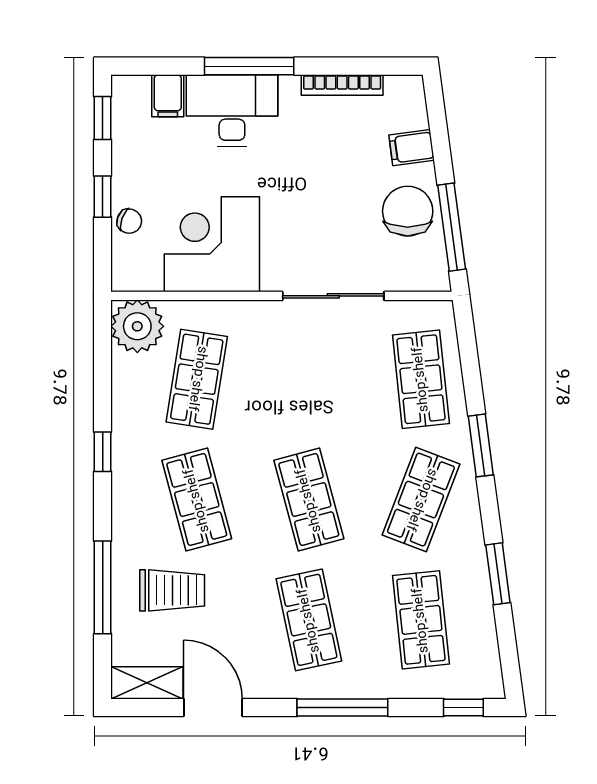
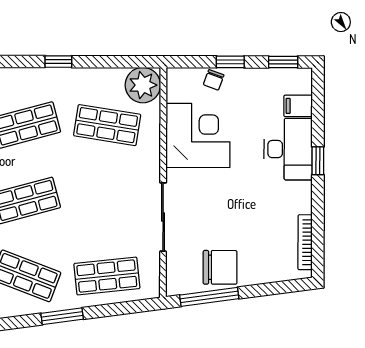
window: (249, 66) -> (318, 161), width x0.46
bookcase: (342, 85) -> (305, 242), moved
filing cabinet: (412, 148) -> (263, 270), removed

